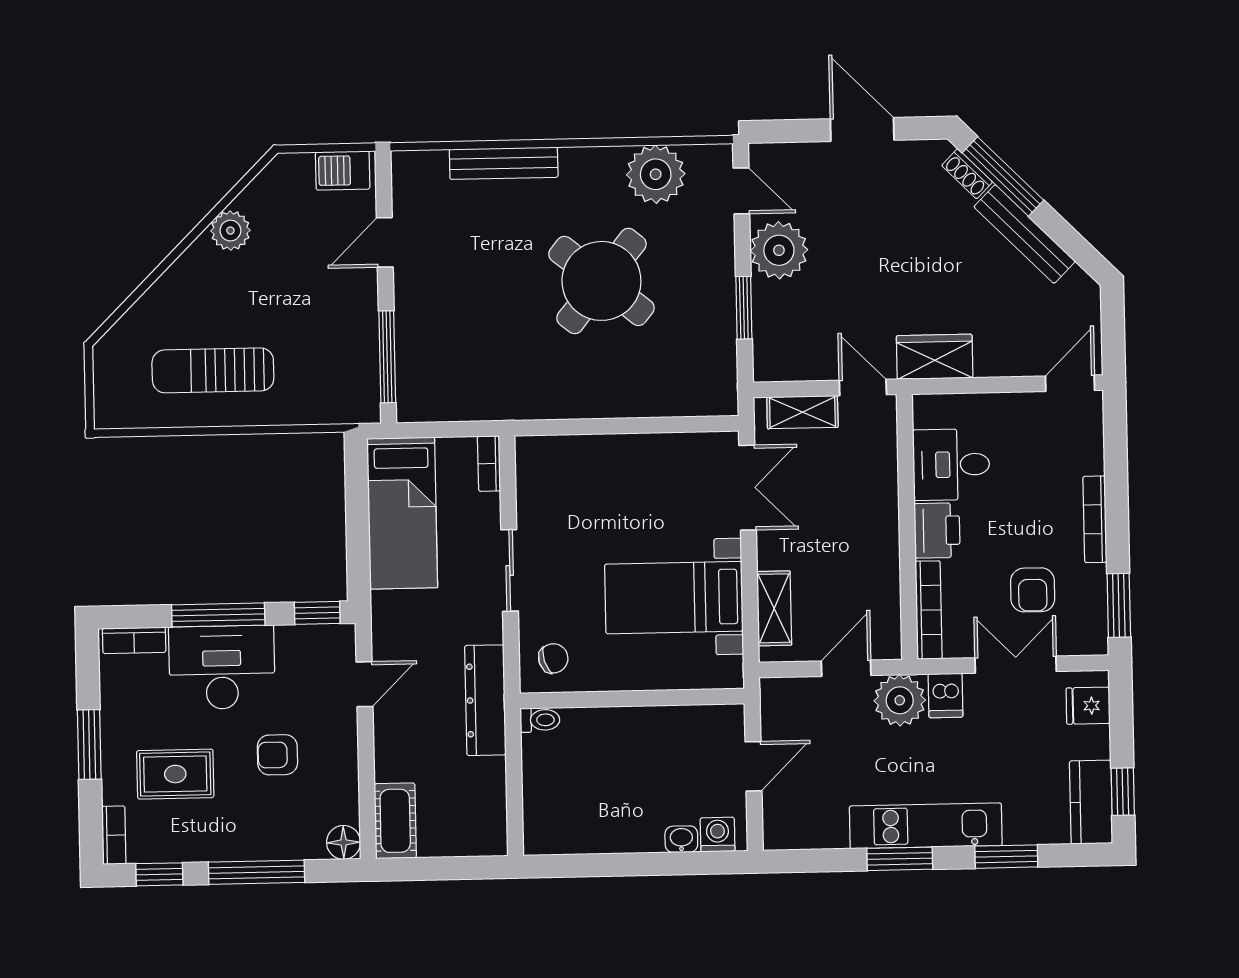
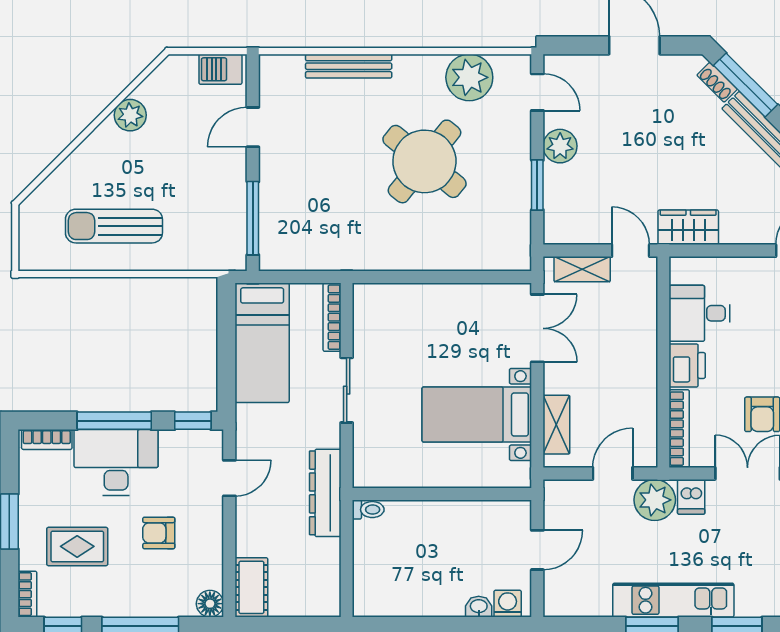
plant: (779, 250) -> (560, 146), width x0.73, depth x0.73
bookcase: (489, 464) -> (332, 317), width x1.56
chair: (553, 658) -> (380, 461), removed

